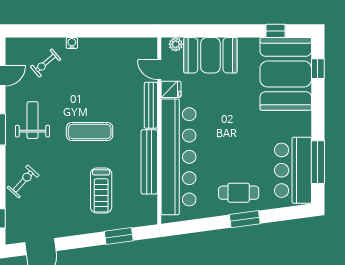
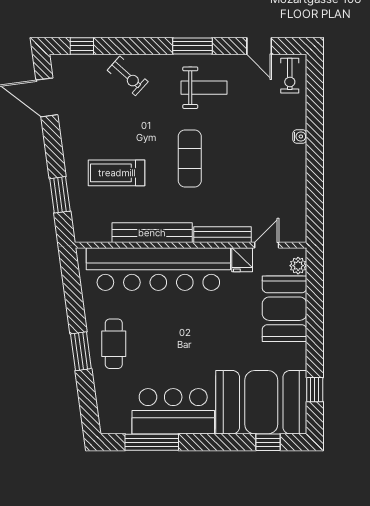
exercise bike: (46, 63) -> (290, 76), moved, turned -140
bar counter: (293, 170) -> (173, 411), moved

